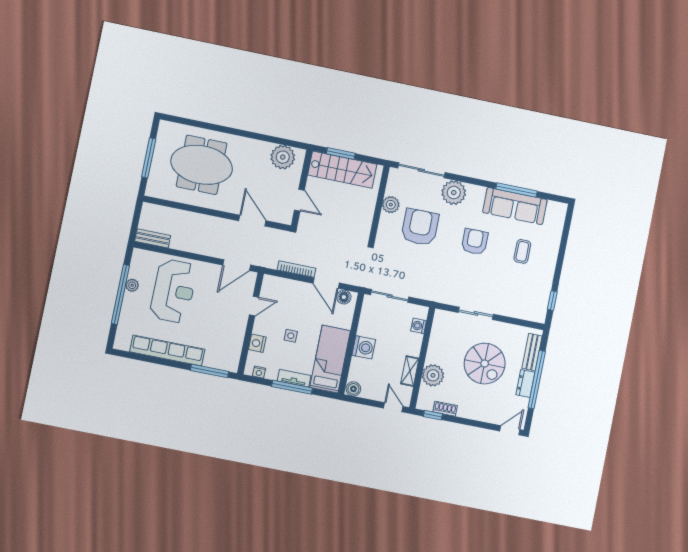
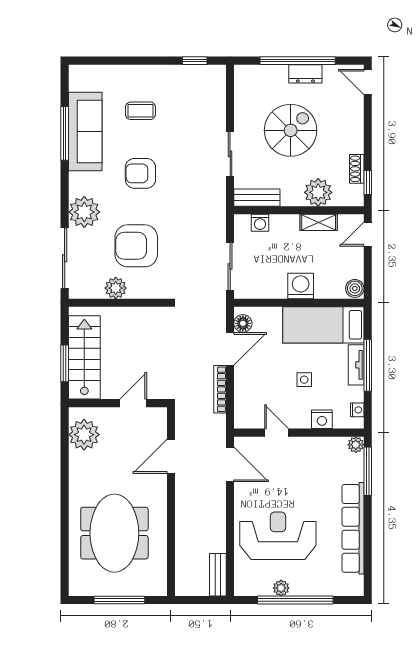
bench: (532, 352) -> (257, 198), moved
plant: (232, 366) -> (356, 445), added

